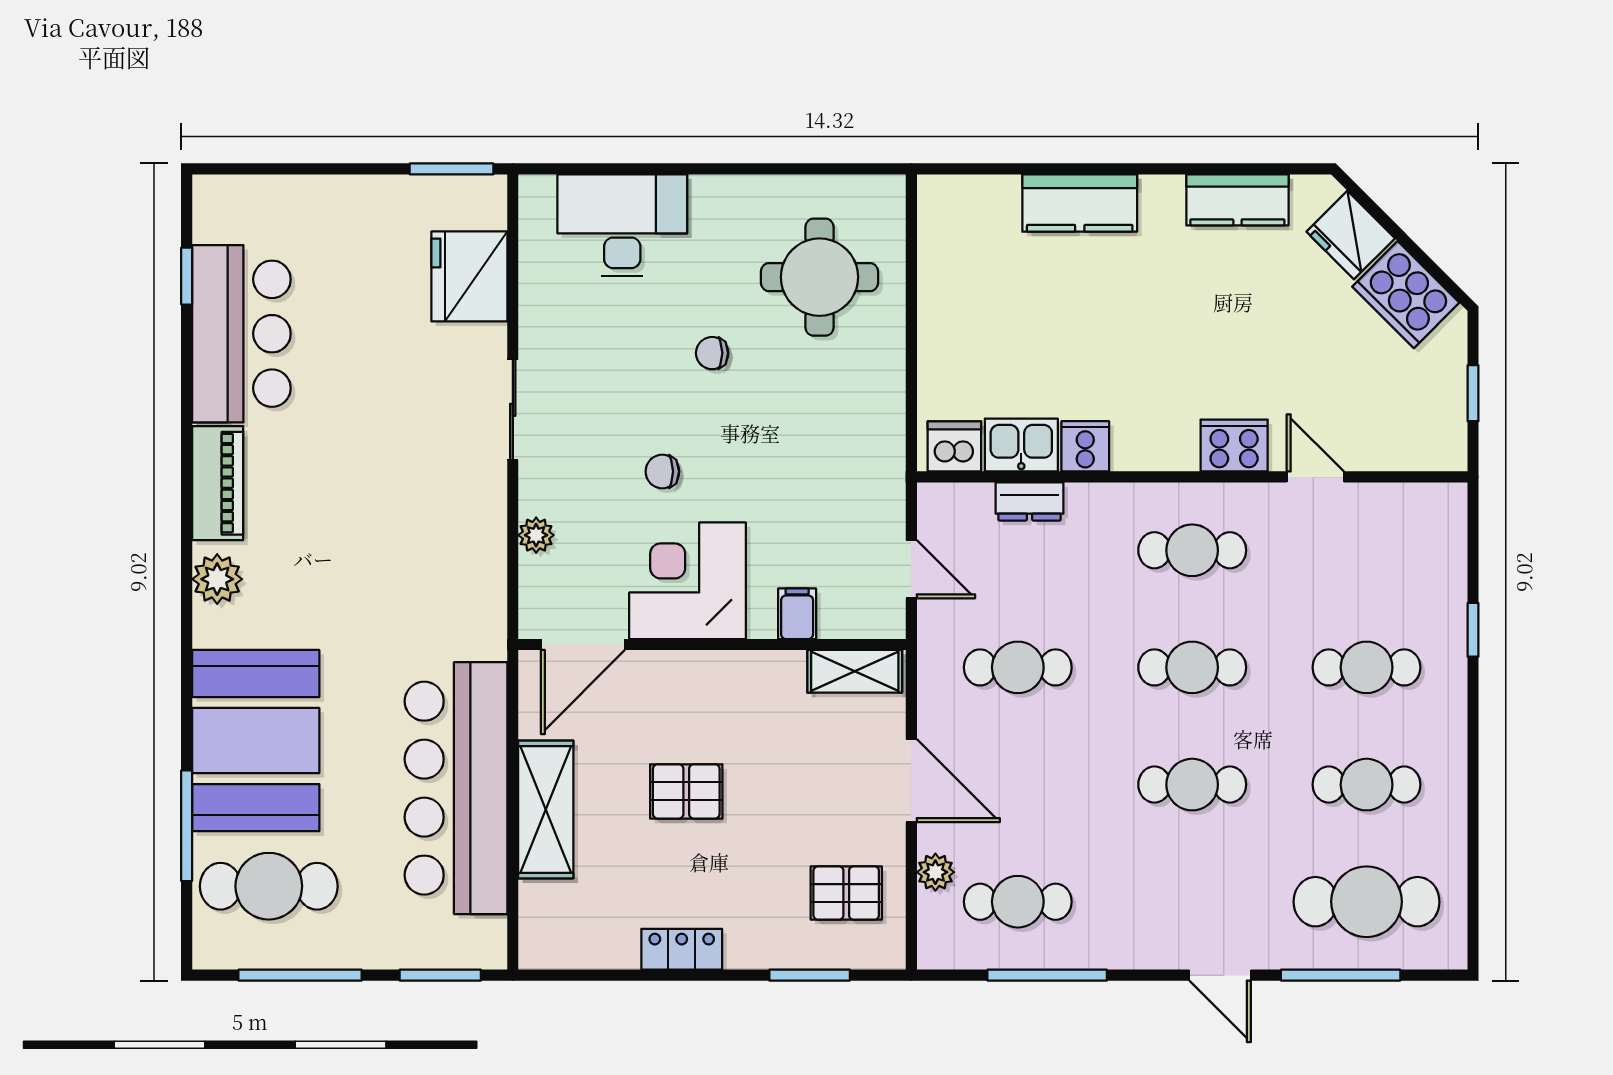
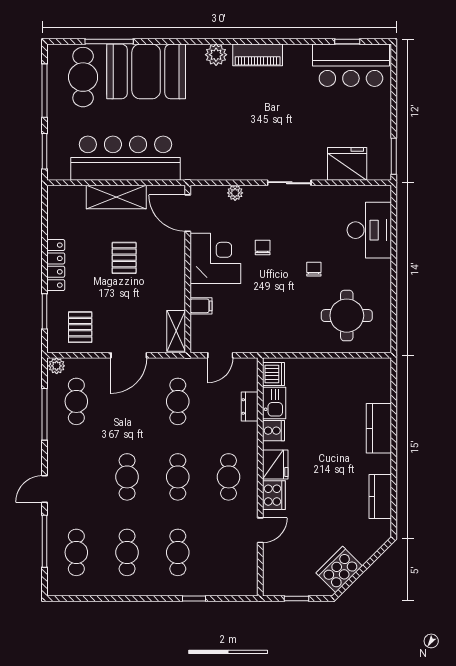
fridge: (1351, 235) -> (275, 464), moved, turned 135
bar counter: (241, 334) -> (351, 65), moved
plant: (935, 872) -> (57, 366), moved
cafe table: (1367, 902) -> (76, 552), width x0.73, depth x0.74
locker: (682, 949) -> (56, 265), width x1.53

